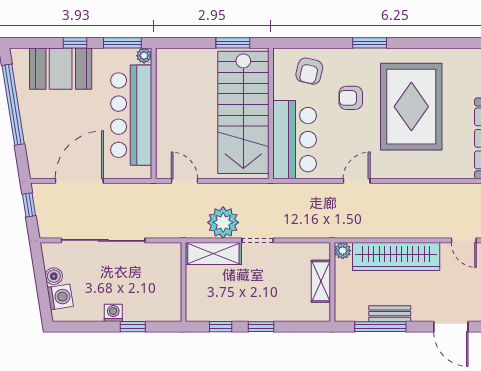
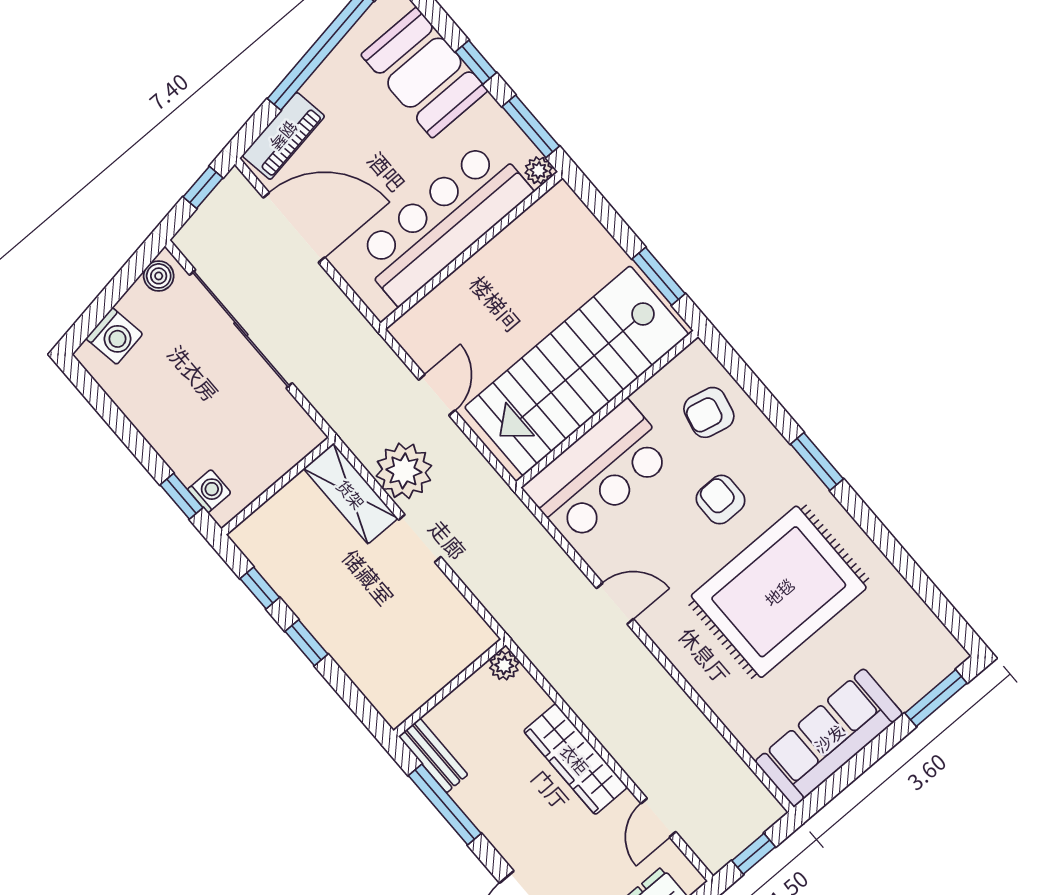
piano: (36, 152) -> (284, 136), added
door: (185, 181) -> (437, 395), moved
wardrobe: (396, 256) -> (575, 759), width x0.71, depth x0.85
boiler: (54, 276) -> (159, 276), moved
shelving: (321, 281) -> (437, 671), removed
washing machine: (113, 313) -> (209, 491), moved
bench: (390, 314) -> (433, 755), moved
window: (133, 327) -> (182, 496), moved

